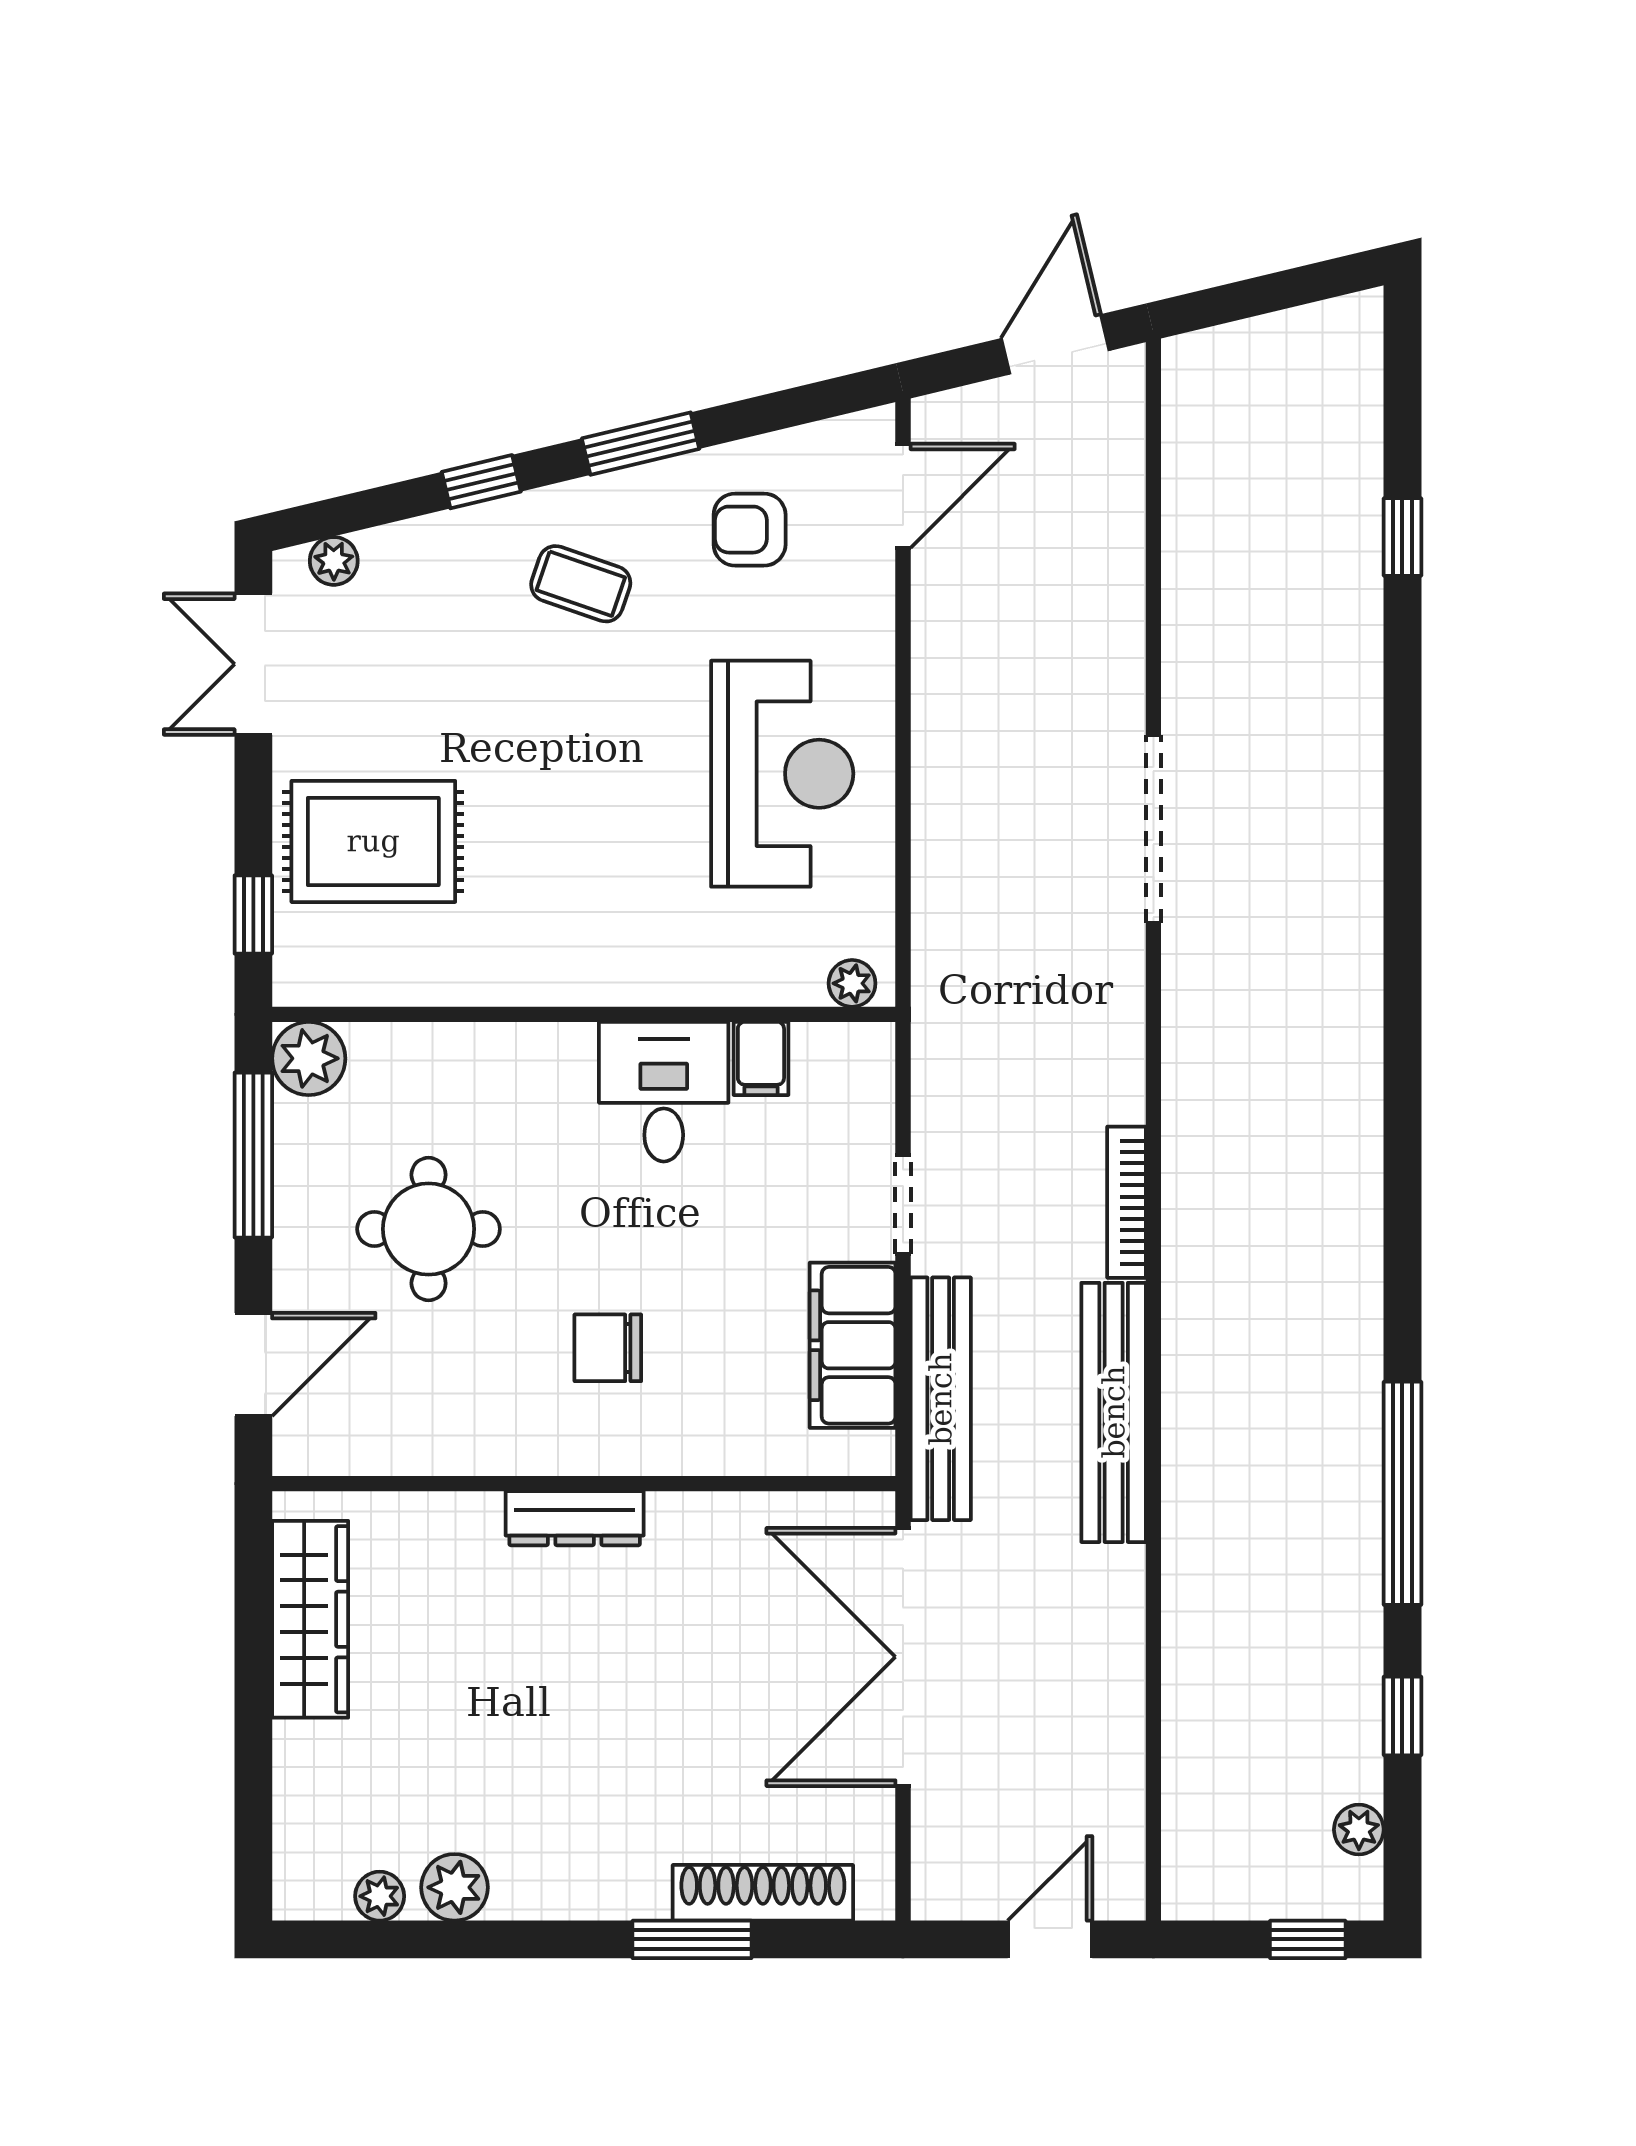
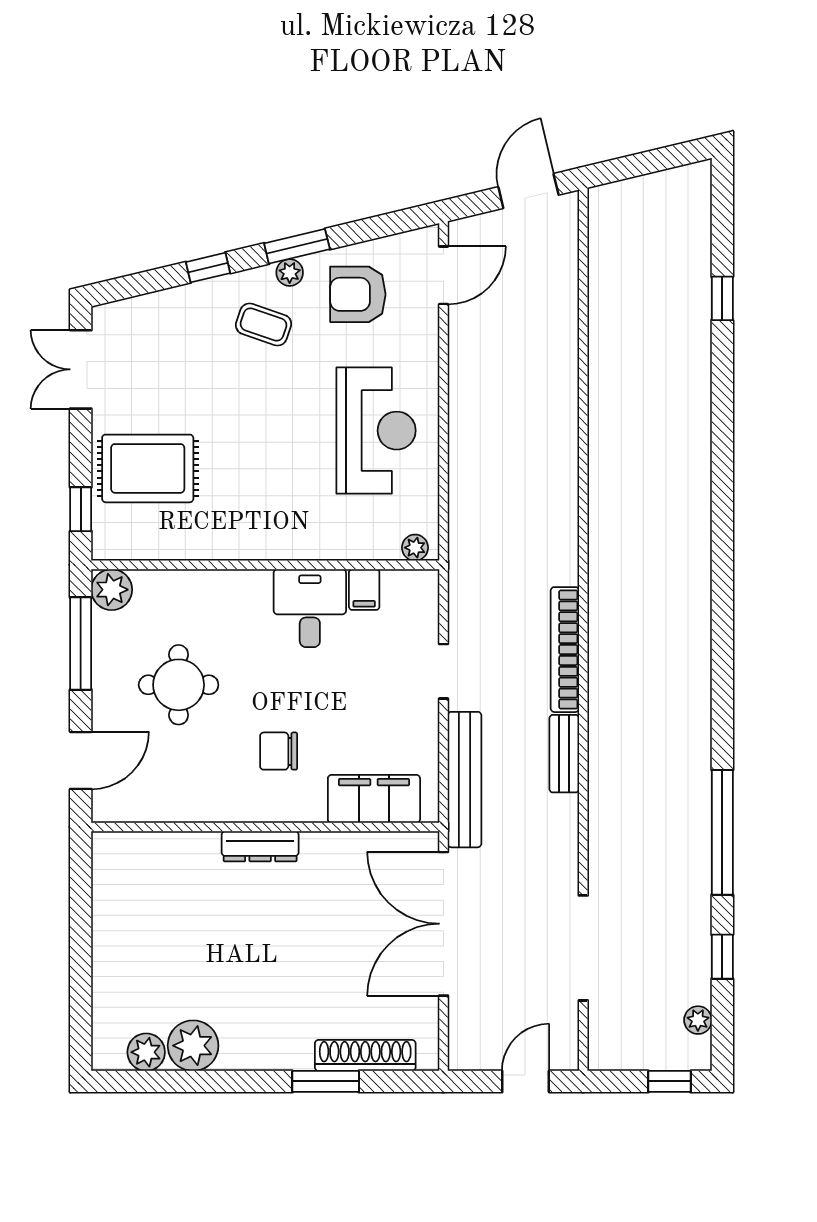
armchair: (750, 530) -> (358, 294), width x1.38, depth x1.38
plant: (334, 561) -> (290, 273), moved
doorway: (1153, 829) -> (583, 948), moved
bookcase: (1126, 1202) -> (565, 650), width x1.48, depth x1.31
filing cabinet: (853, 1345) -> (374, 799), moved, turned 90
bench: (1114, 1412) -> (564, 754), width x0.54, depth x0.82
wardrobe: (310, 1619) -> (112, 903), removed
plant: (455, 1887) -> (193, 1046), width x1.36, depth x1.36
plant: (380, 1896) -> (146, 1052), width x1.38, depth x1.38

